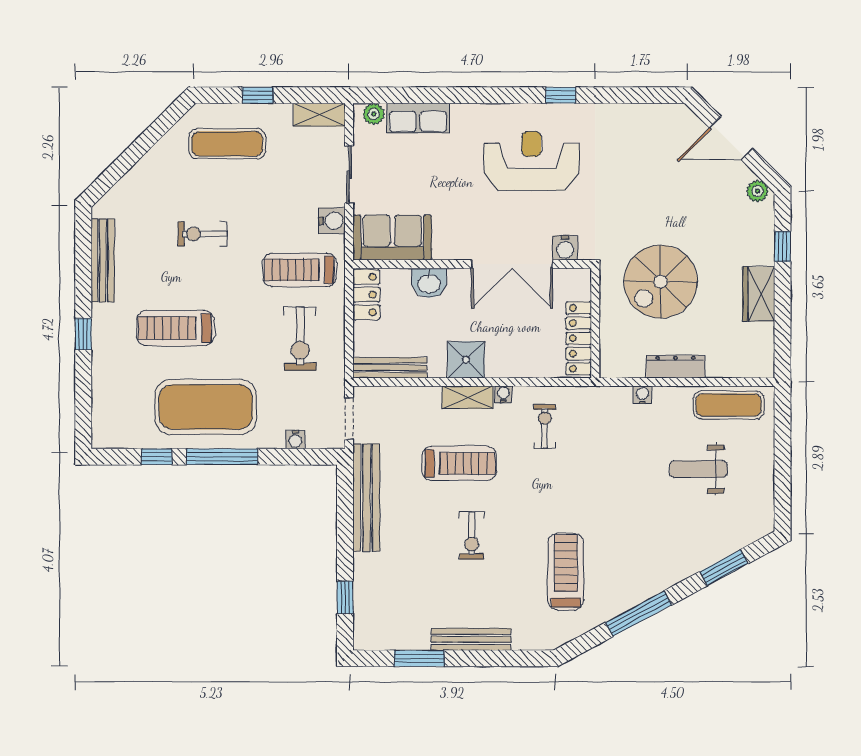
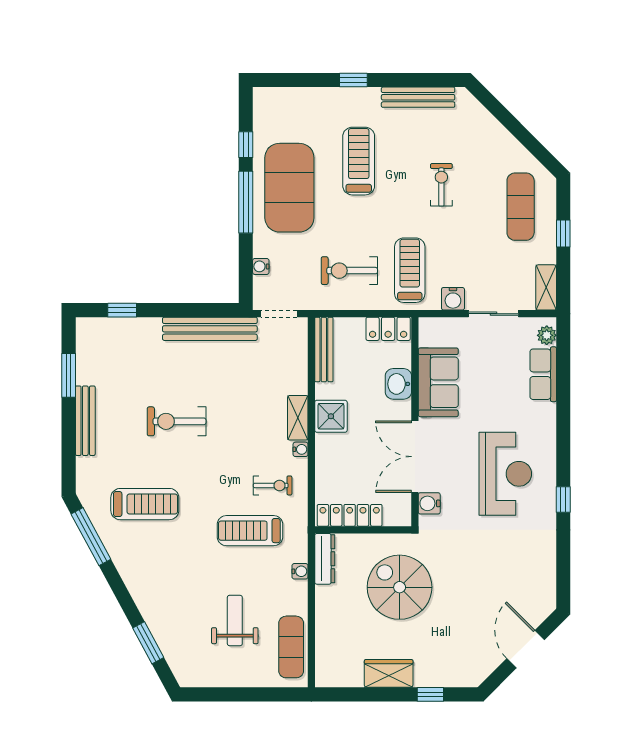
plant: (758, 191) -> (479, 672), removed
sofa: (392, 238) -> (438, 382), moved
dresser: (675, 367) -> (325, 559), moved
treadmill: (459, 463) -> (250, 531), moved, turned 90
exercise bike: (472, 535) -> (177, 421), width x1.38, depth x1.39
window: (638, 614) -> (91, 537), moved

